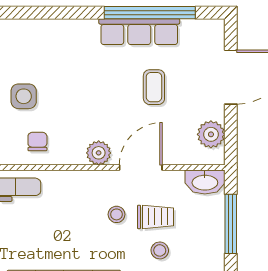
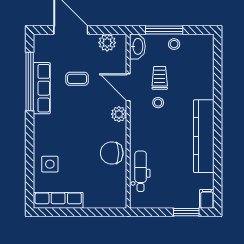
side table: (24, 96) -> (50, 164), moved
chair: (37, 142) -> (112, 153), width x1.87, depth x1.87
stool: (160, 250) -> (174, 44), moved

